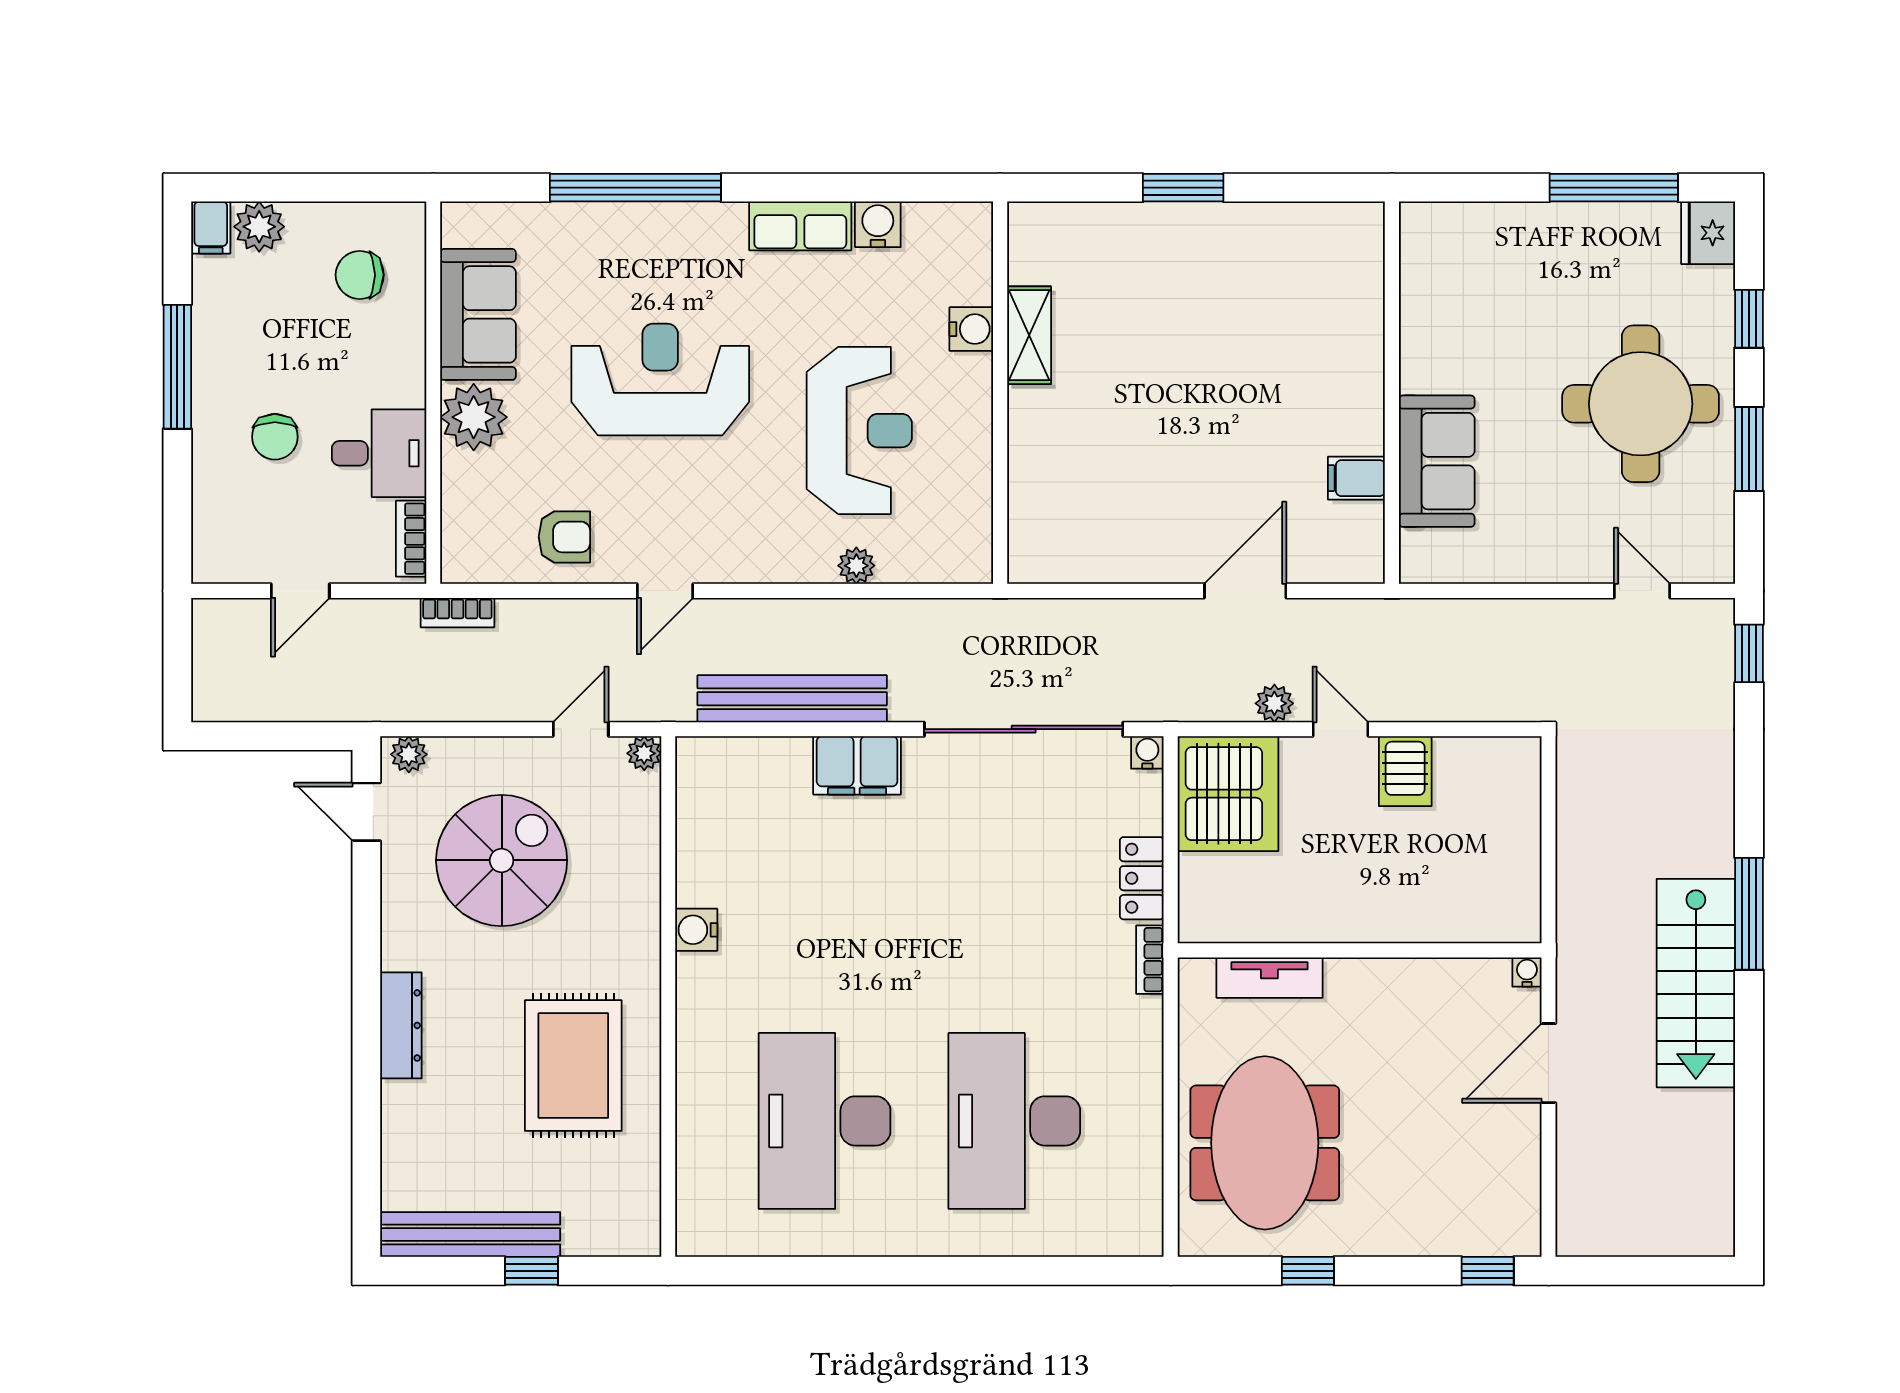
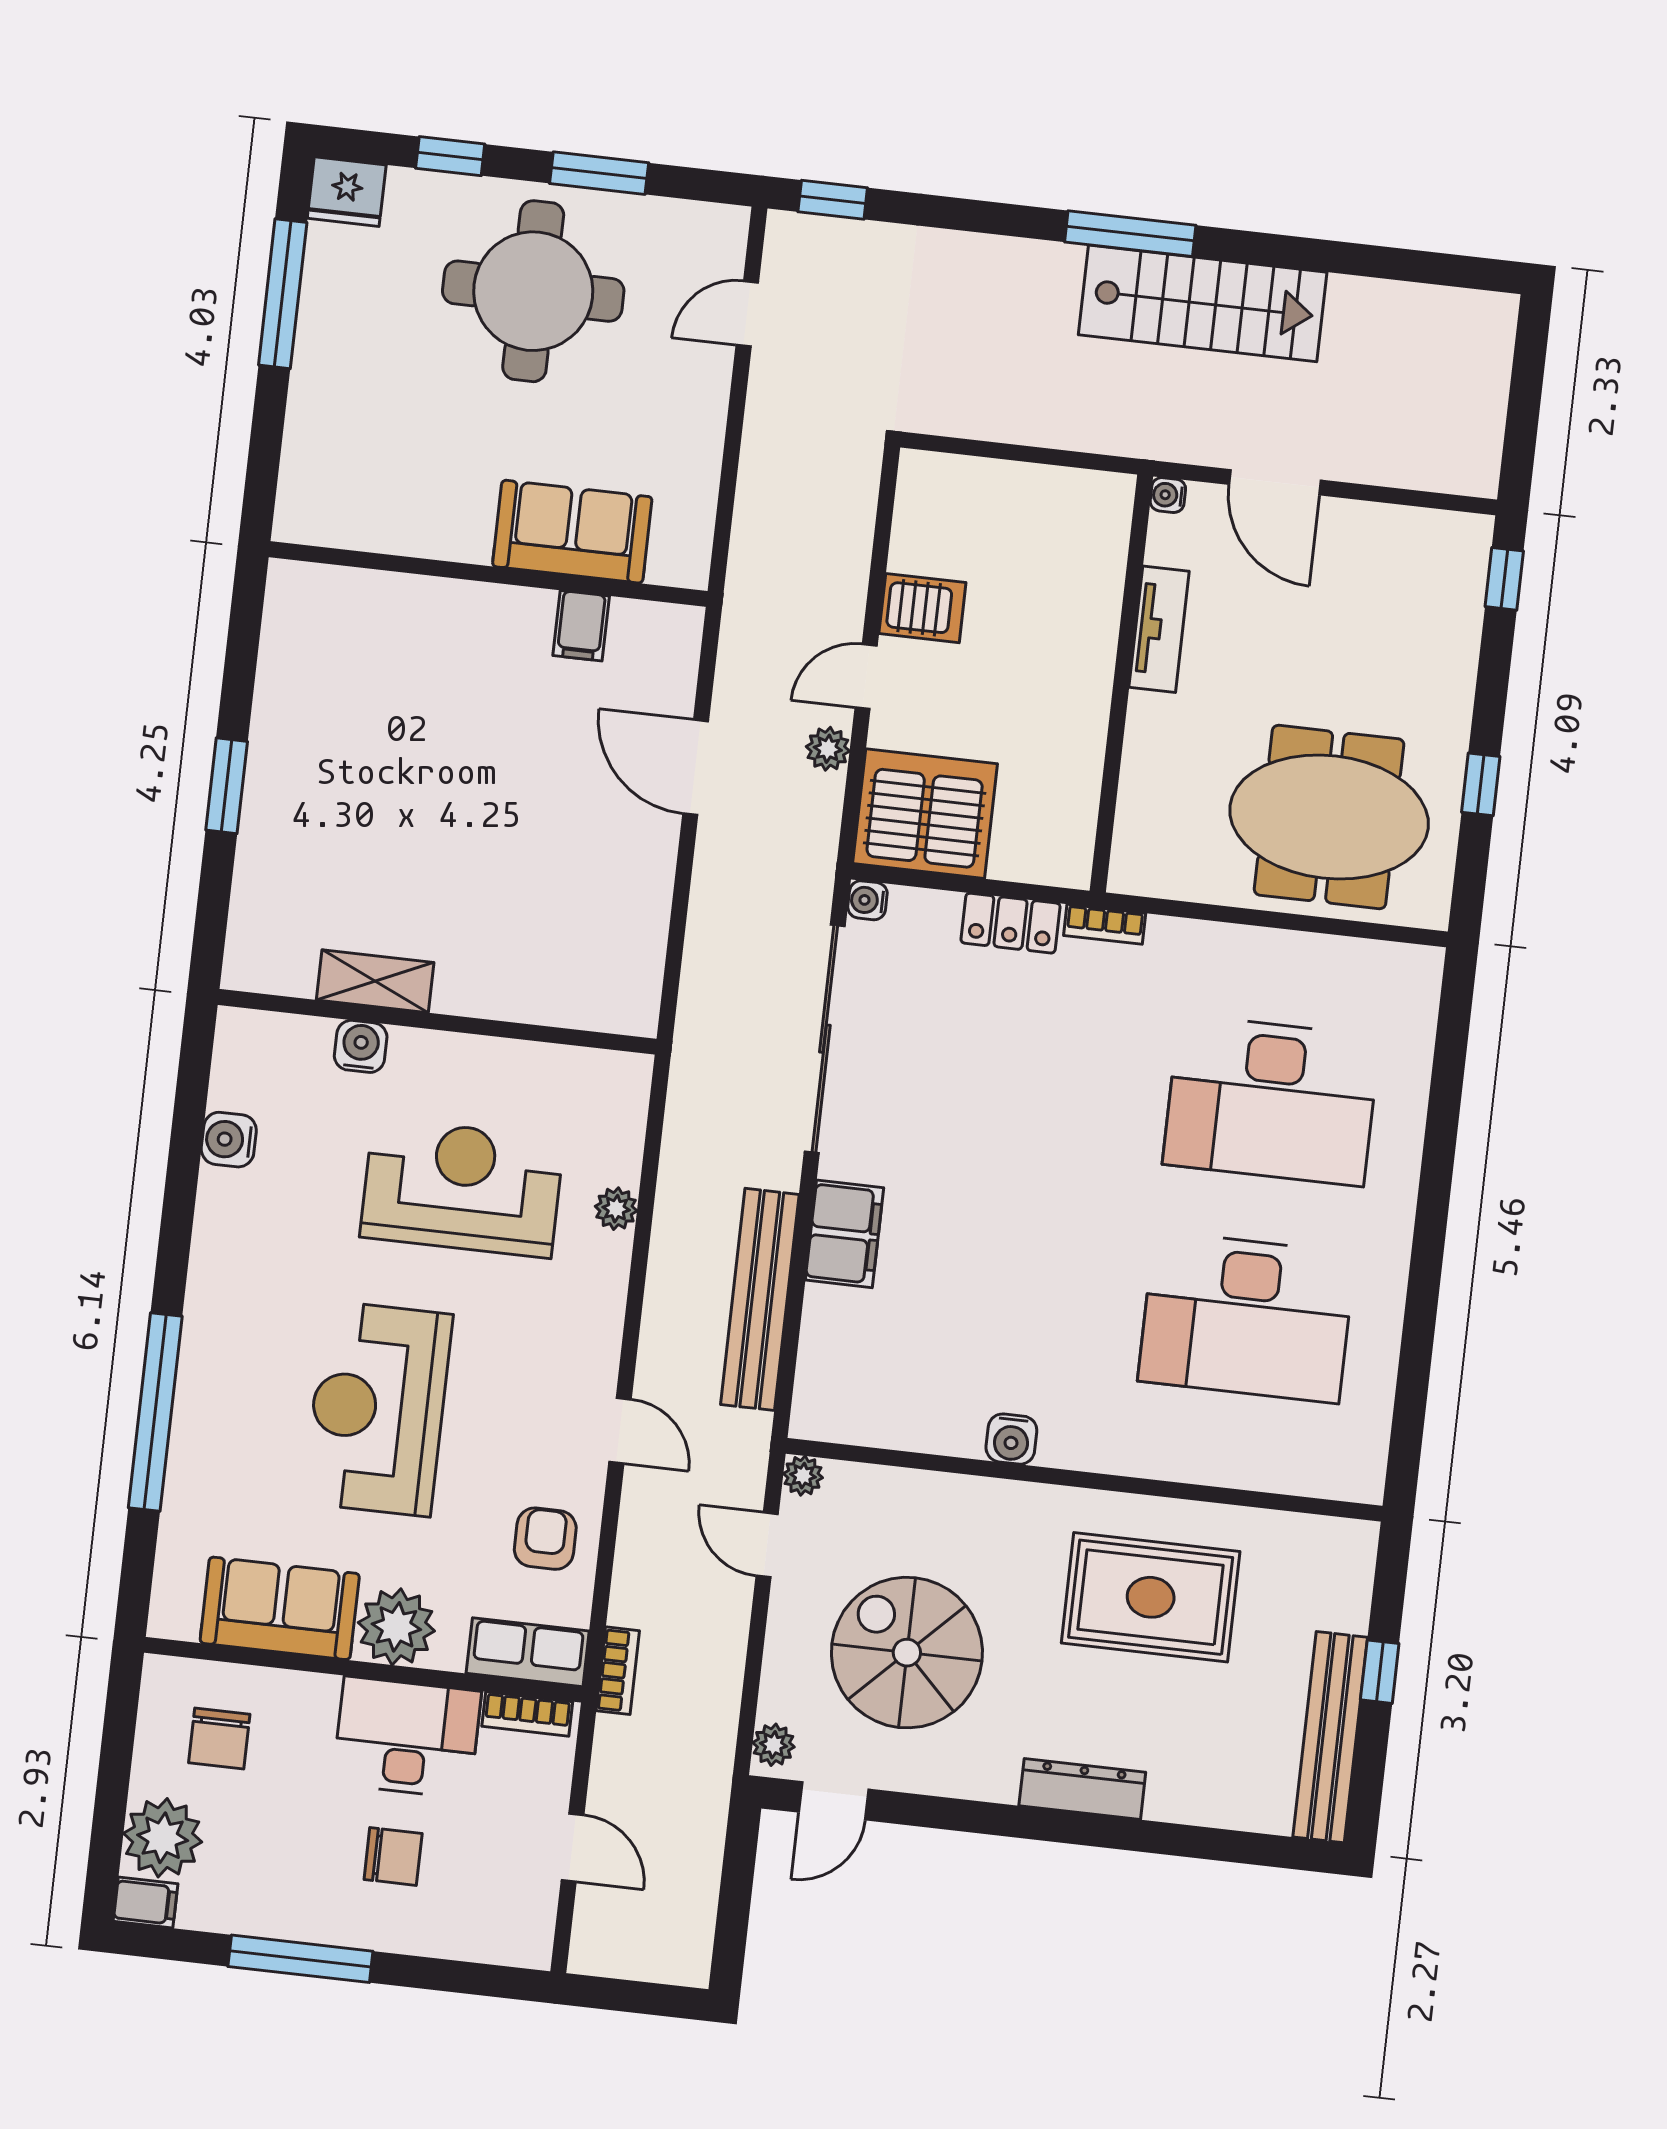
row of seats: (800, 226) -> (528, 1652), moved, turned -90
plant: (259, 227) -> (163, 1838), width x1.36, depth x1.36
desk: (379, 453) -> (407, 1737), width x1.37
tv unit: (1269, 978) -> (1159, 629), moved

